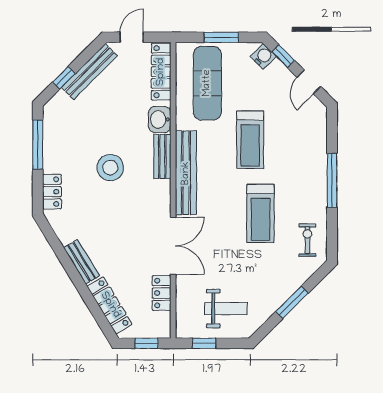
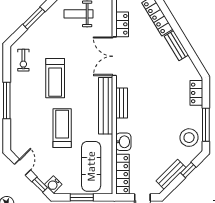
bench: (89, 71) -> (171, 174), width x0.73
bench: (162, 156) -> (122, 103), moved
stool: (110, 168) -> (189, 138), moved
treadmill: (261, 213) -> (55, 78), turned 180

